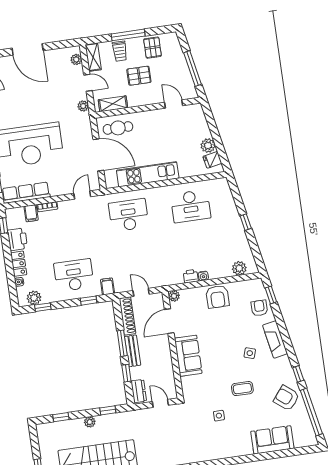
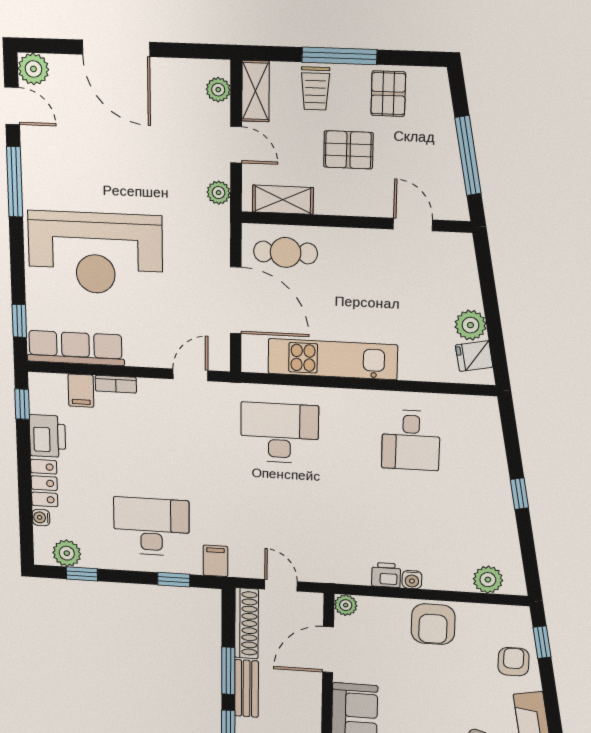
desk: (191, 206) -> (411, 440), width x0.73

